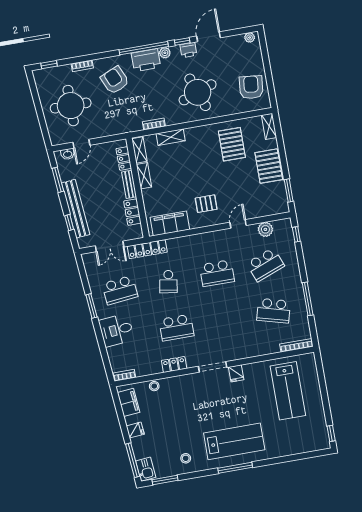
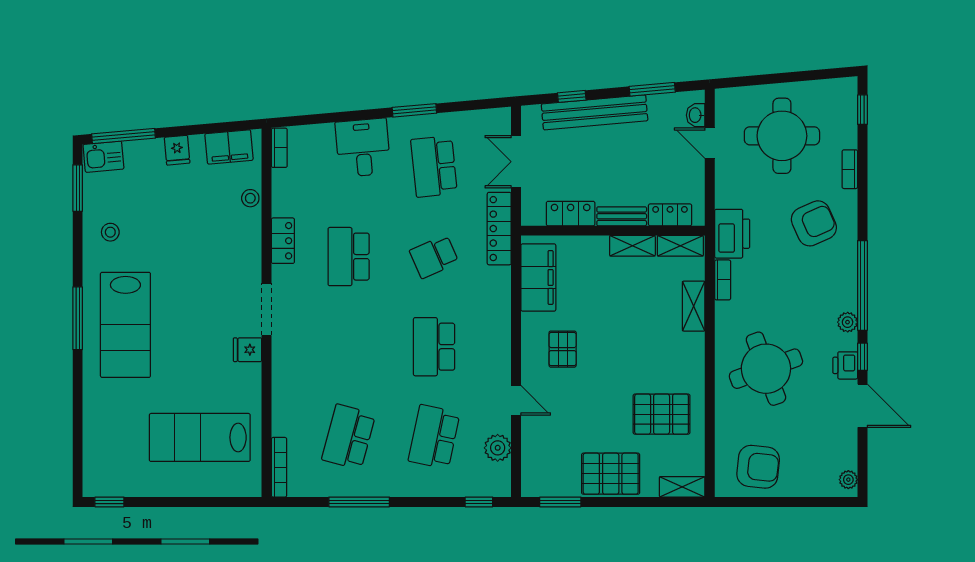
printer: (146, 60) -> (732, 234), moved, turned 180
school desk: (265, 265) -> (434, 437), turned 33
school desk: (168, 282) -> (434, 257), turned -33

